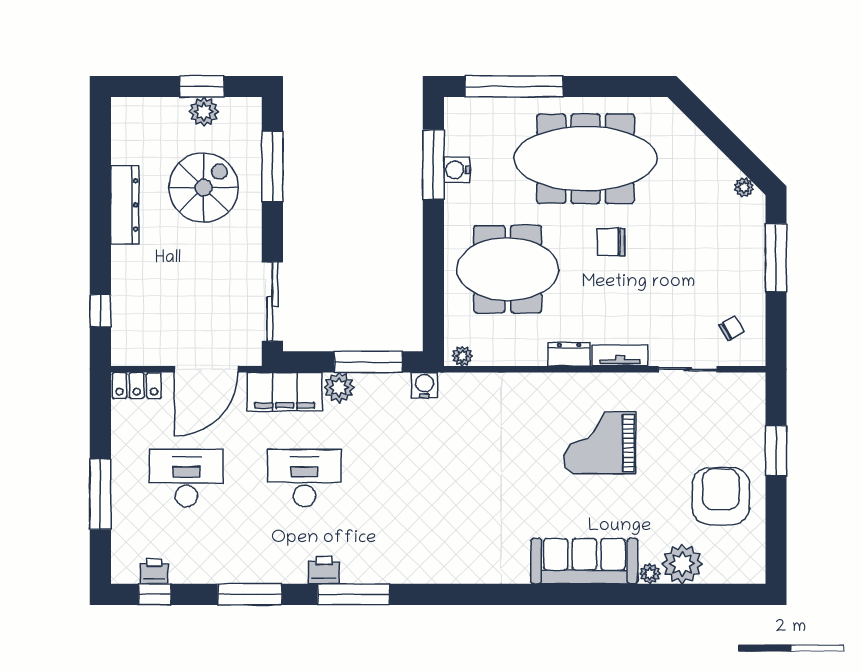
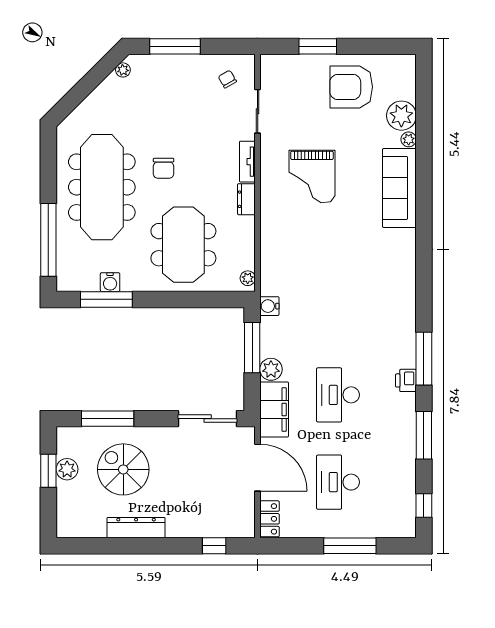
printer: (154, 571) -> (407, 506), removed

